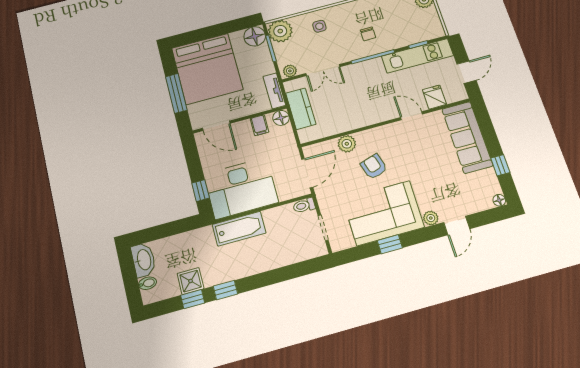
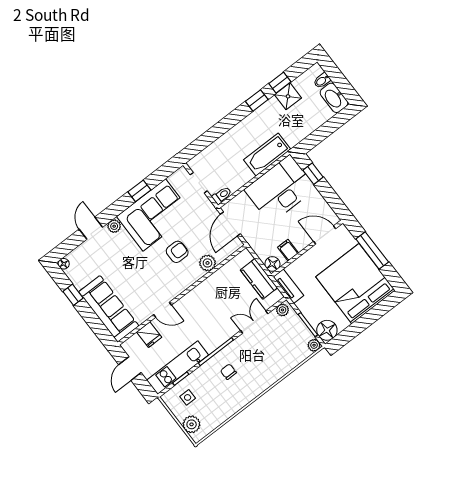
side table: (319, 26) -> (188, 397), moved
plant: (280, 31) -> (314, 345), width x0.53, depth x0.53
armchair: (374, 167) -> (177, 252), turned -73

